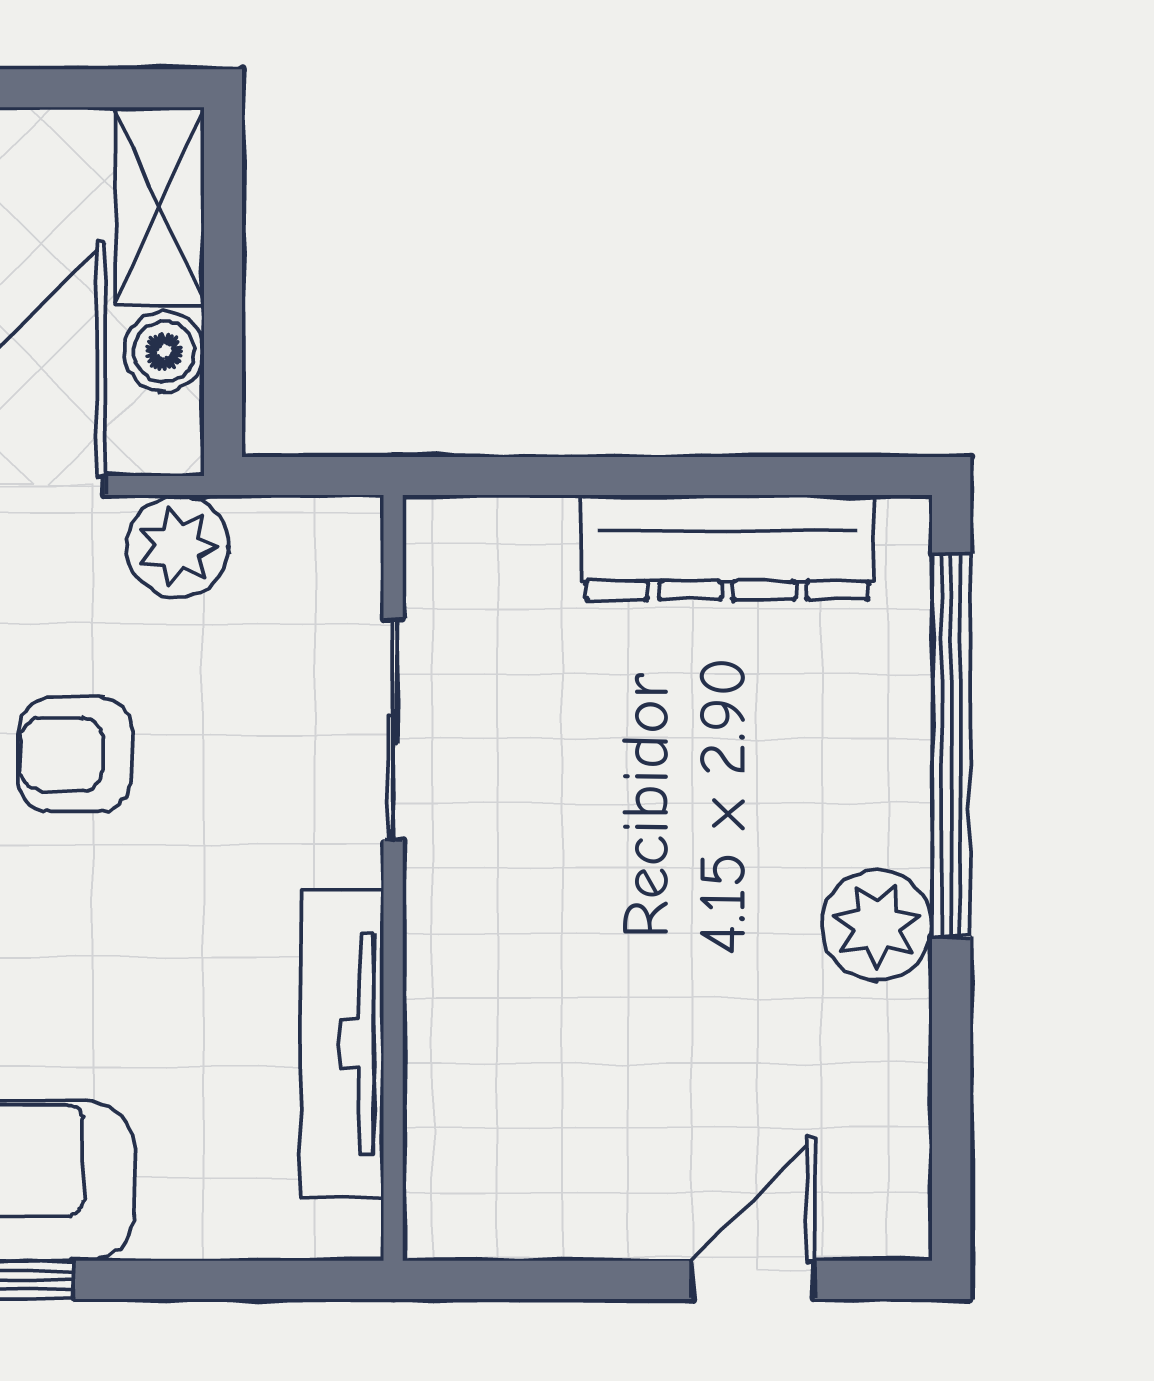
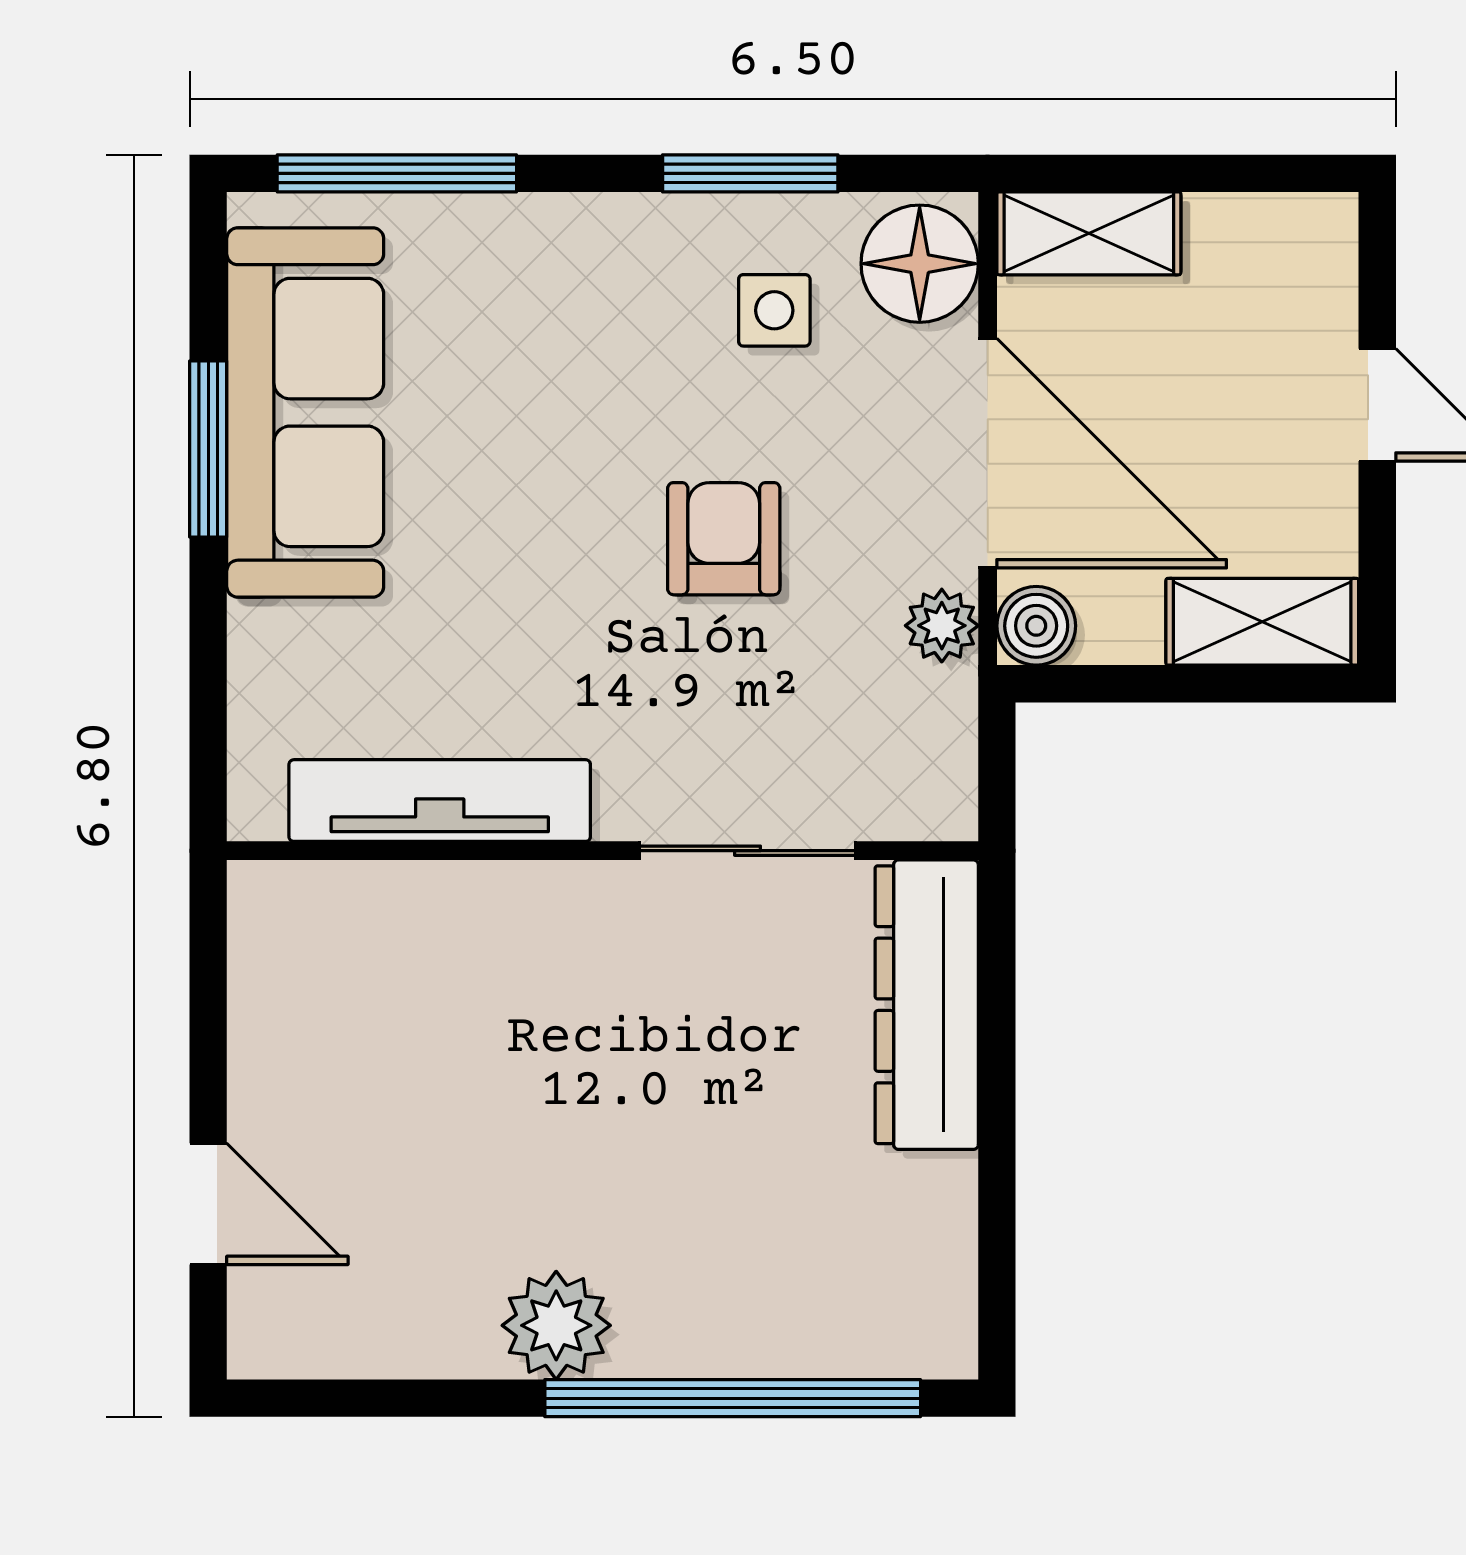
boiler: (164, 352) -> (1036, 626), moved
plant: (178, 546) -> (942, 626), width x0.73, depth x0.73
dresser: (727, 548) -> (927, 1005), moved

